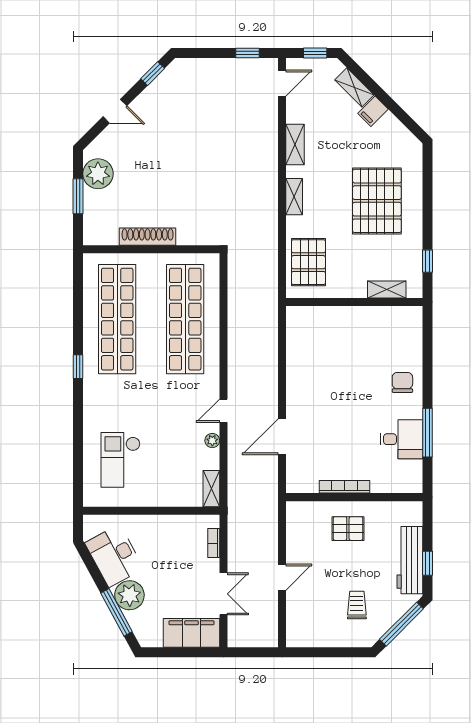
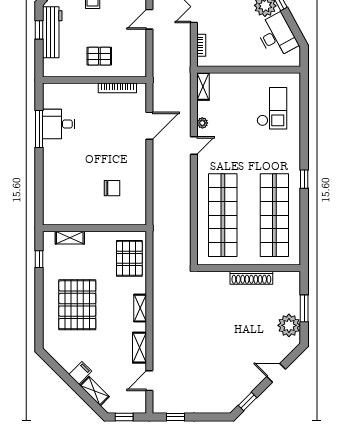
door: (282, 83) -> (149, 381), moved
chair: (402, 382) -> (112, 188), moved, turned -90
bookcase: (345, 487) -> (117, 88), moved

